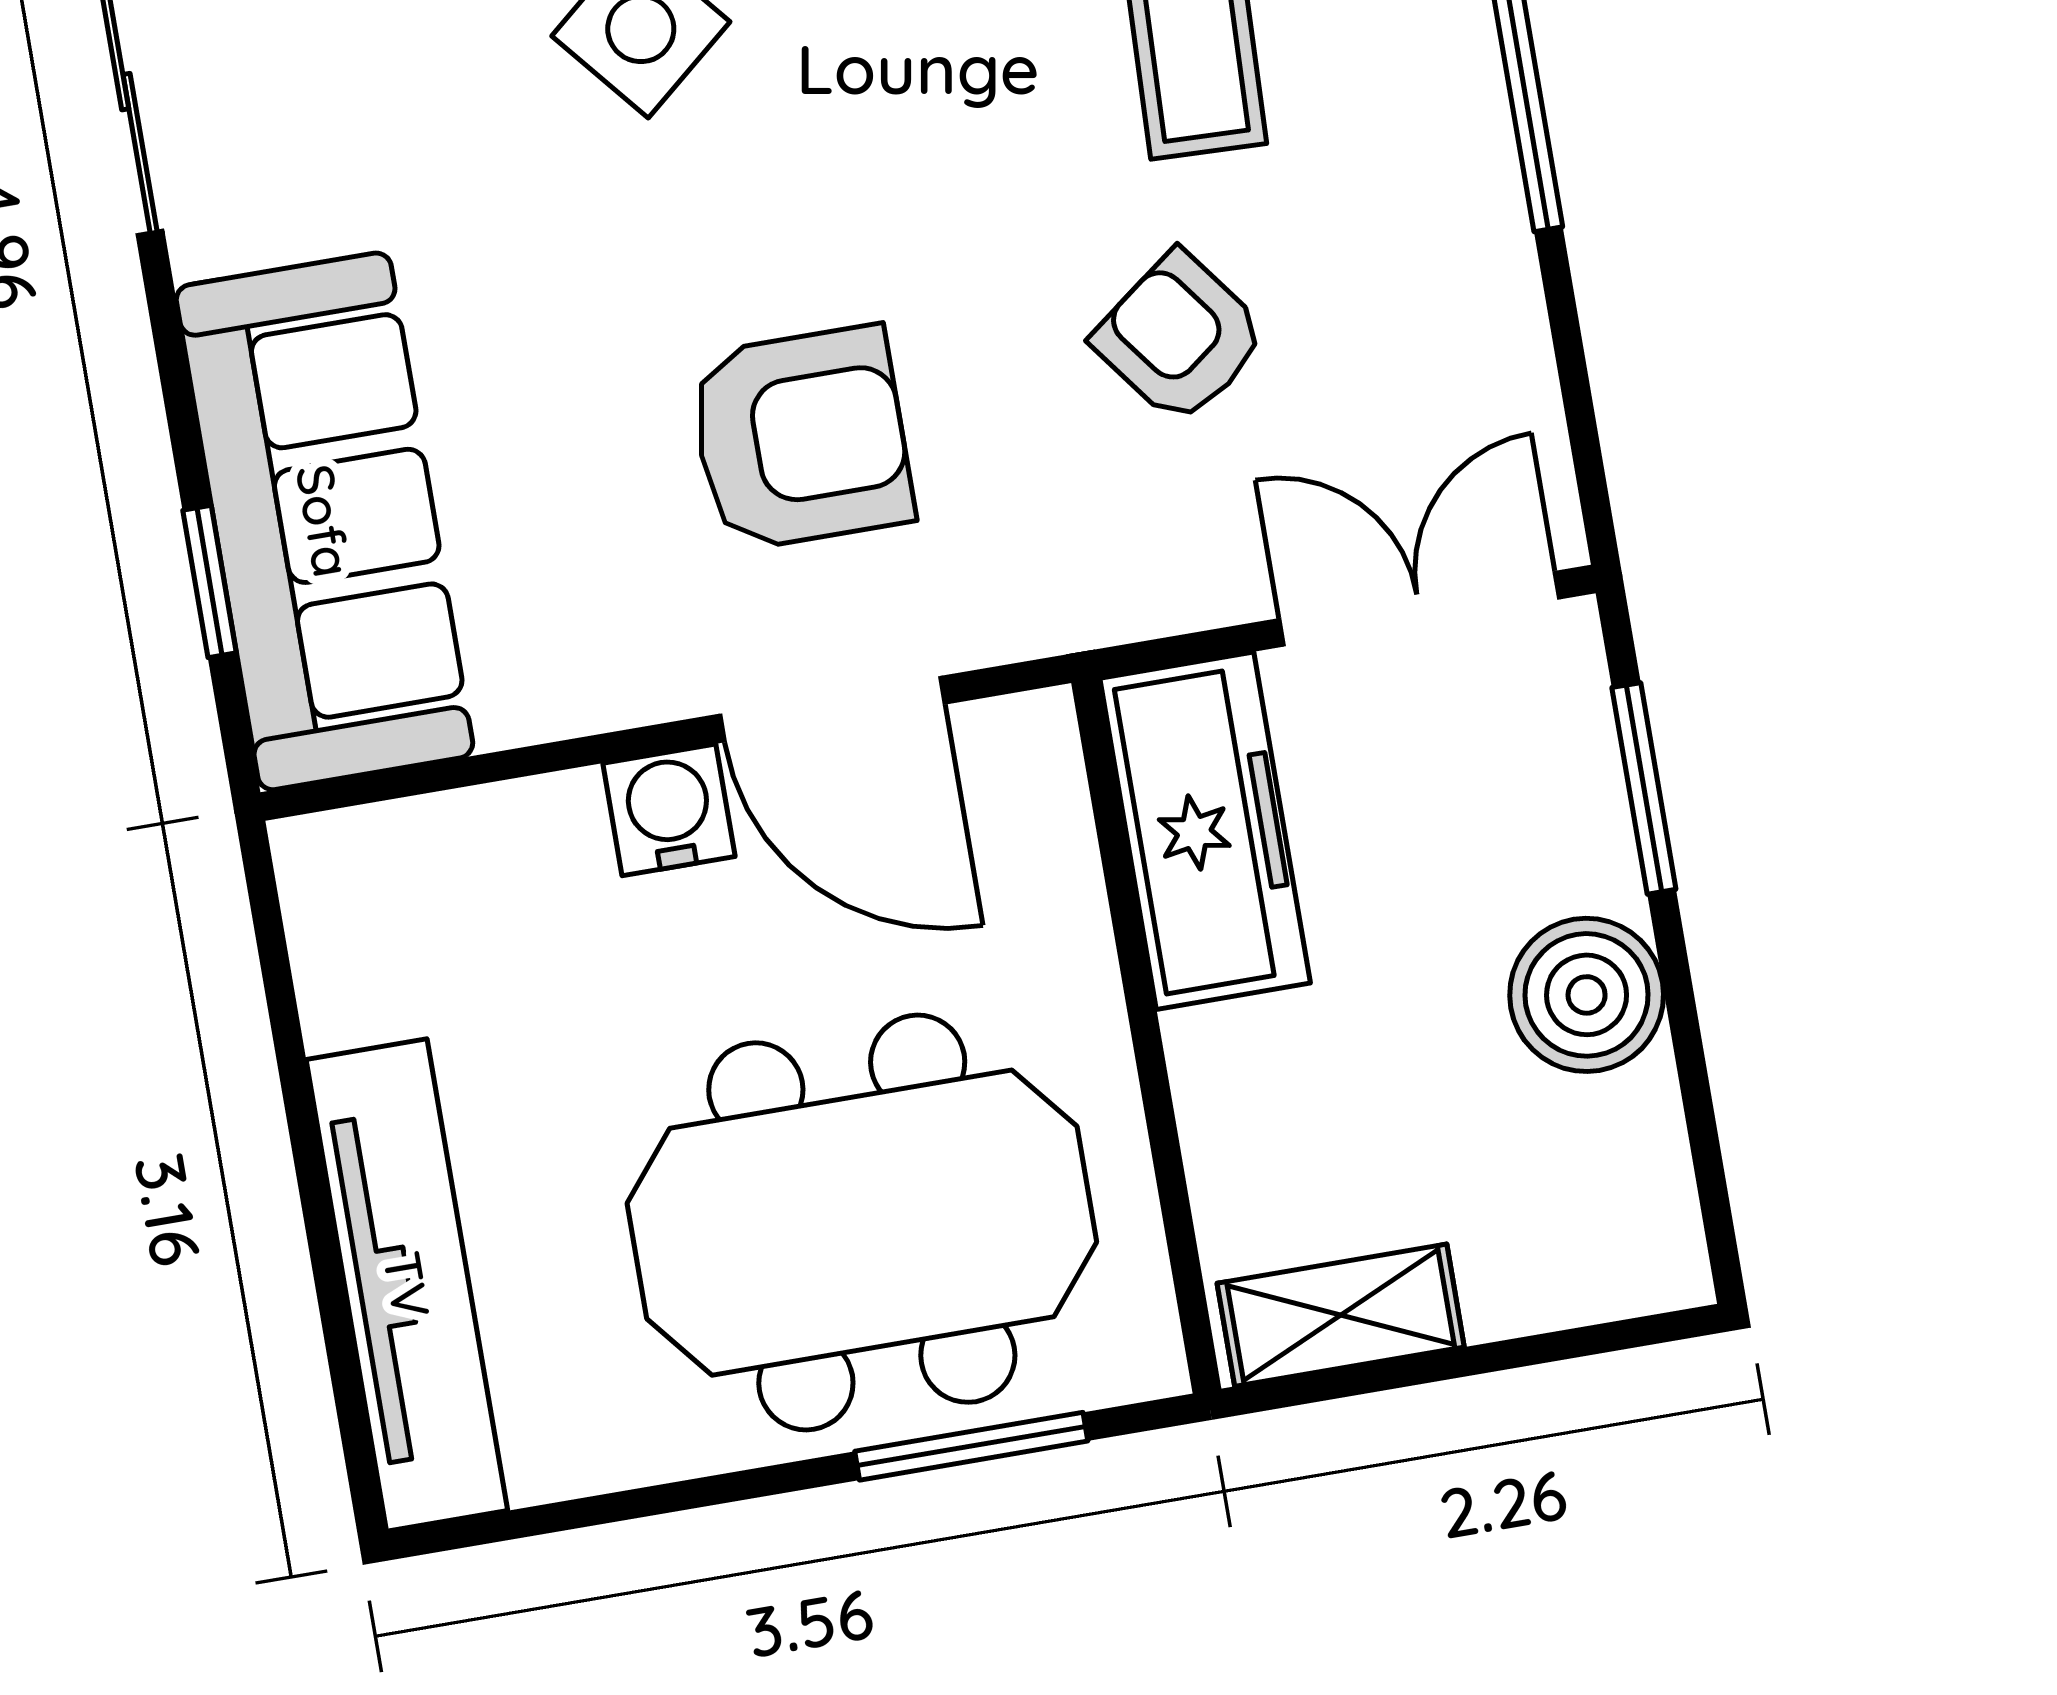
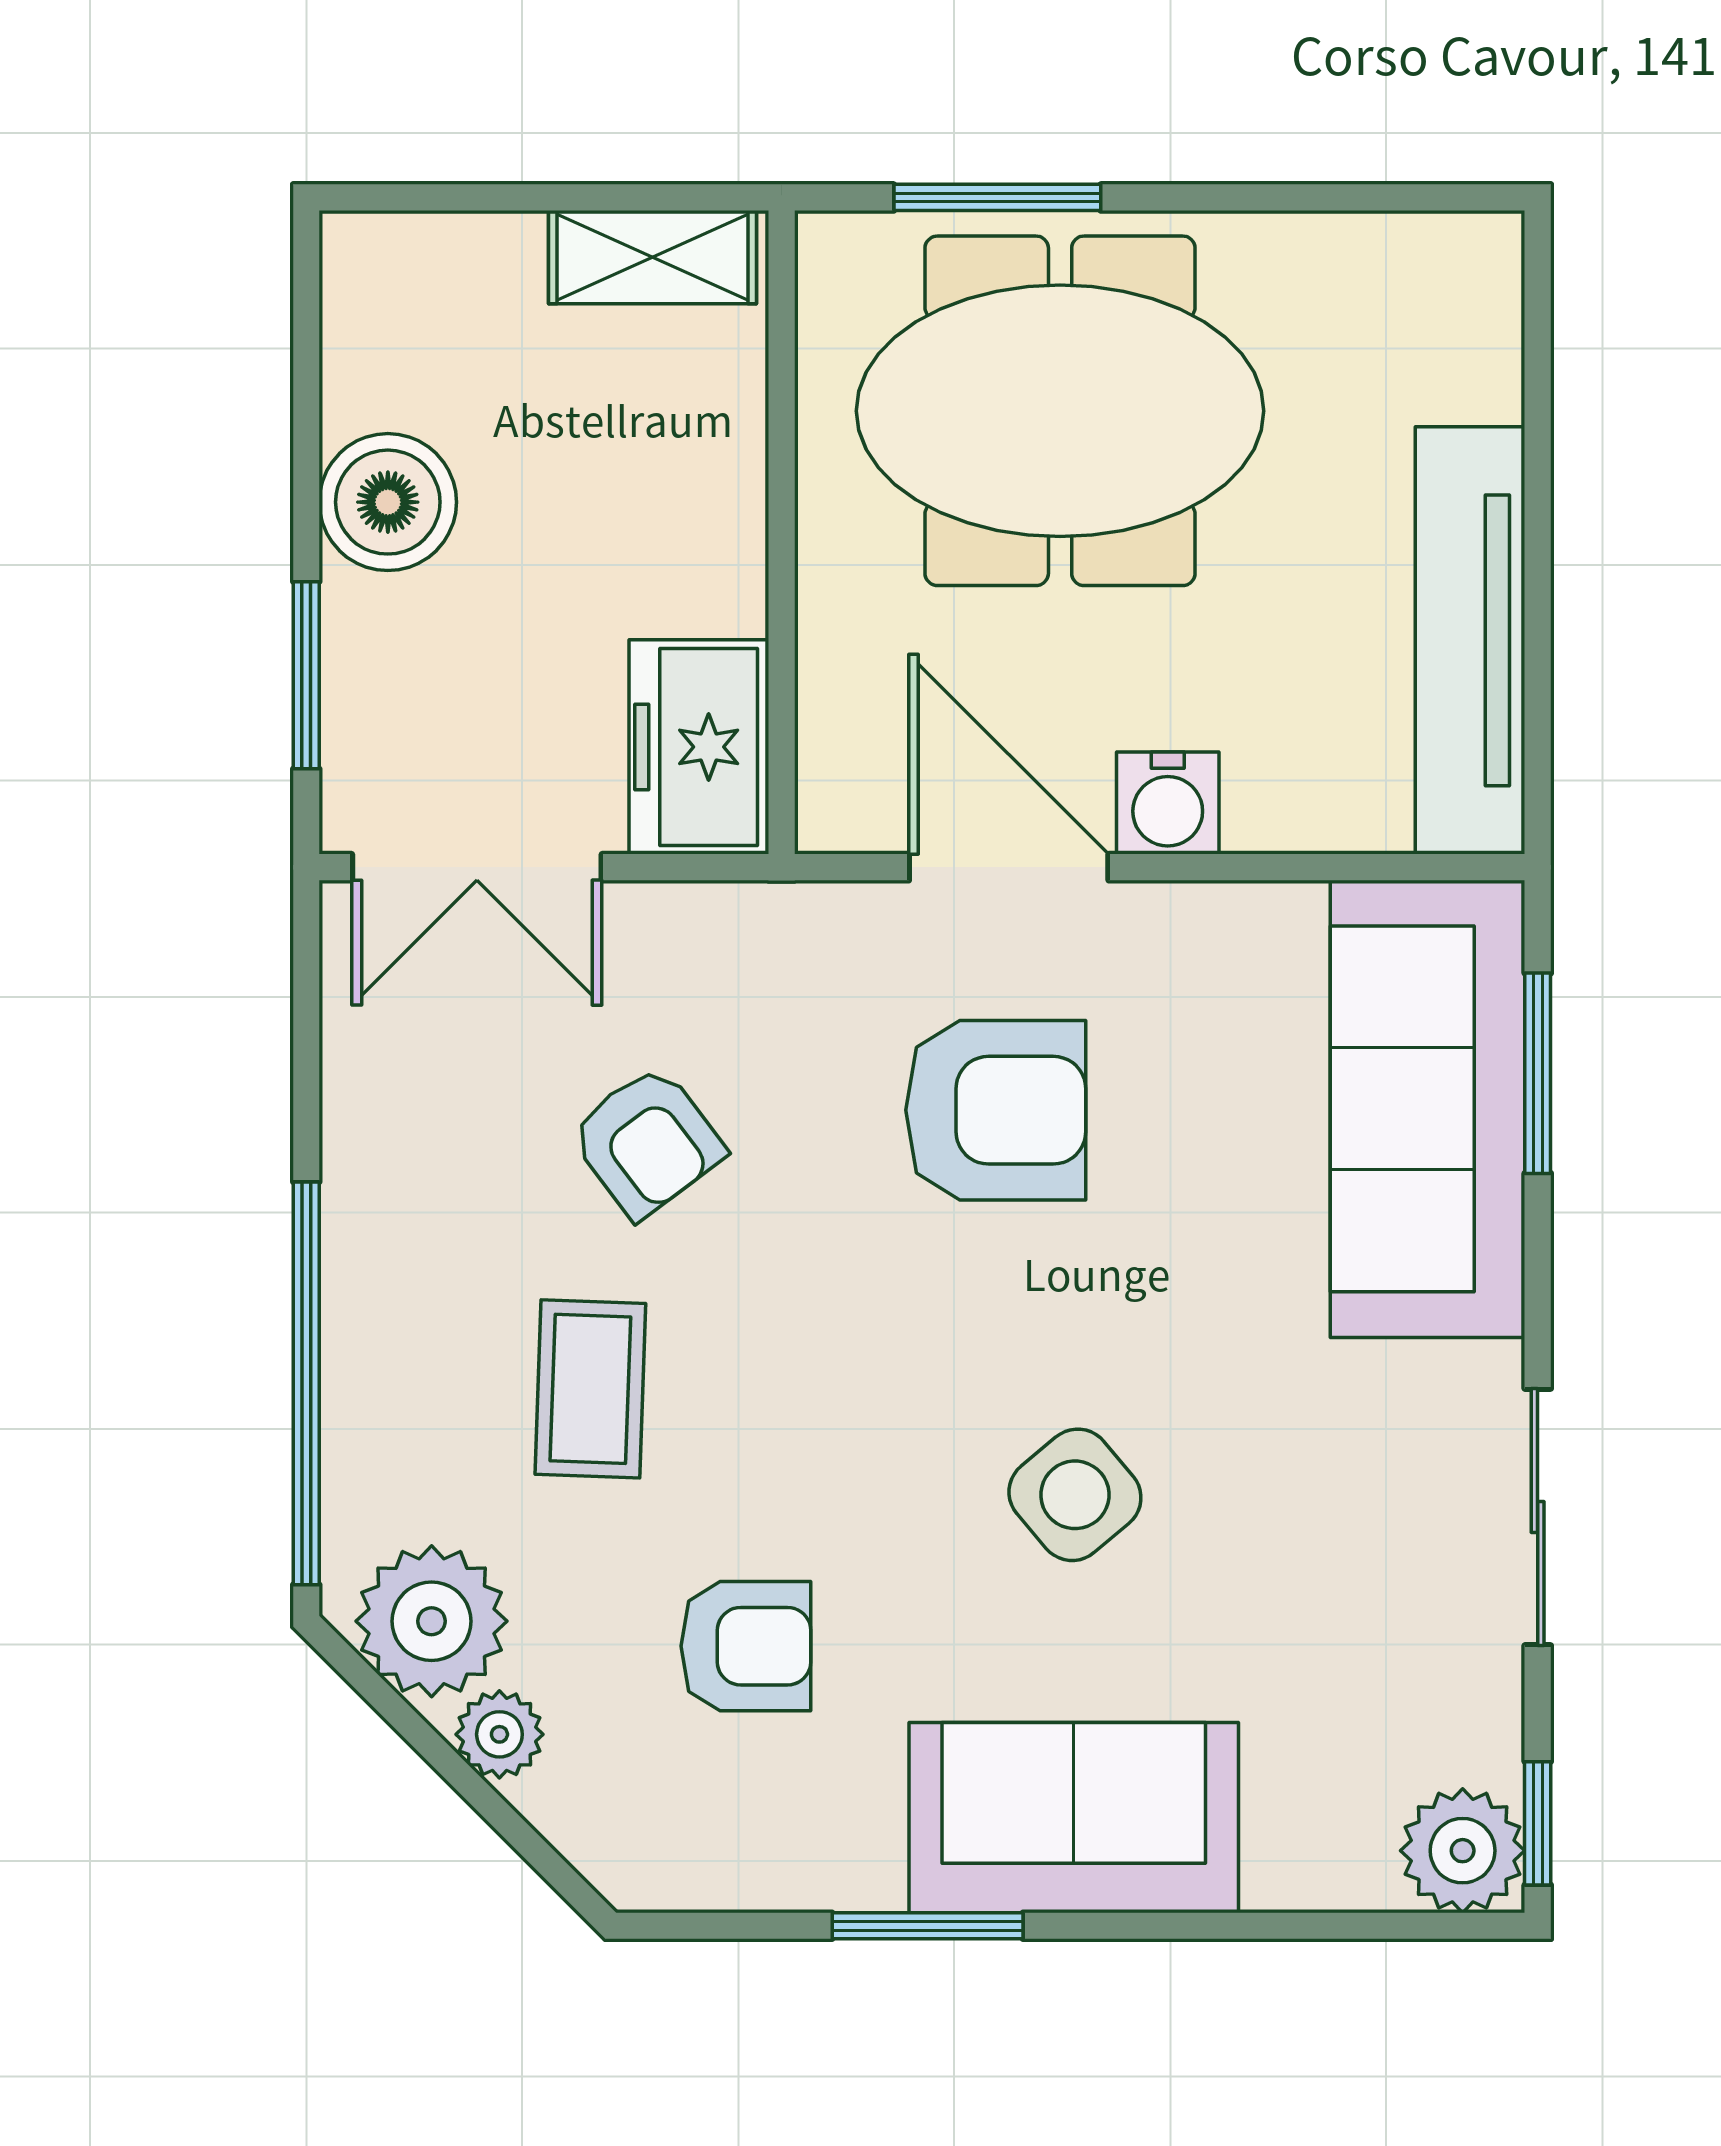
armchair: (801, 438) -> (996, 1110), turned 180
window: (210, 581) -> (1538, 1073), width x1.50
freezer: (1205, 831) -> (699, 747), width x0.71
tv unit: (407, 1285) -> (1470, 640), moved

